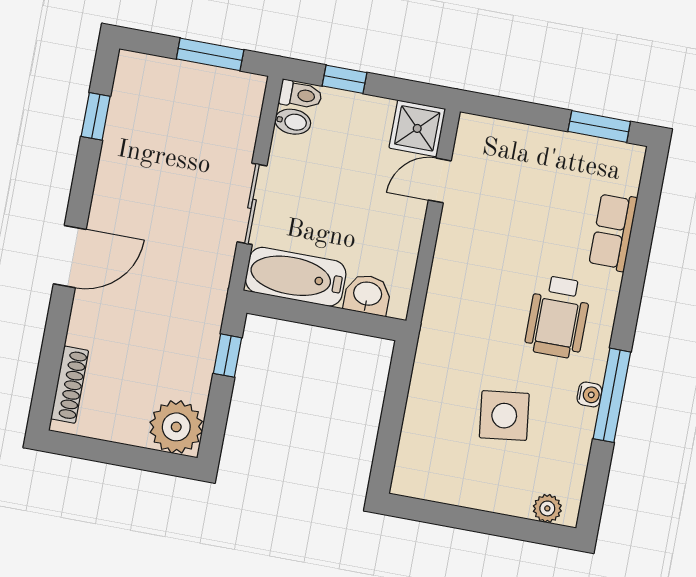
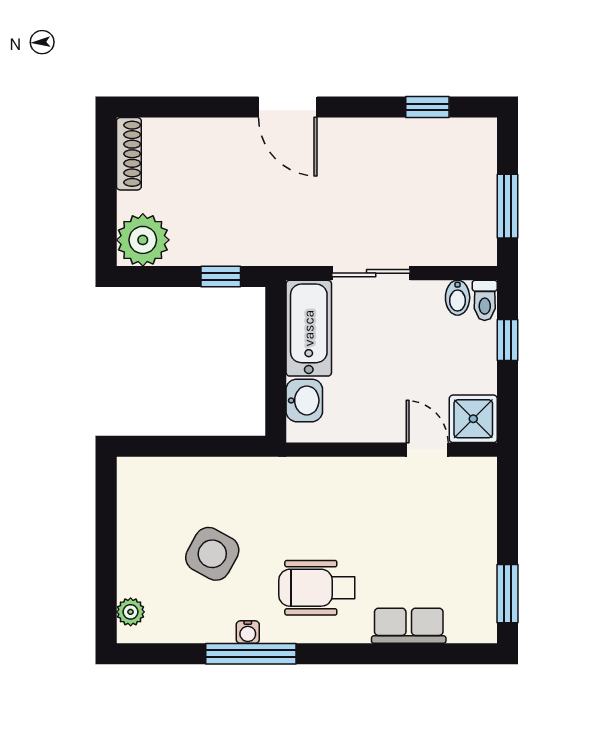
shoe rack: (70, 385) -> (129, 154), moved, turned -90
side table: (504, 416) -> (212, 554), turned 36

